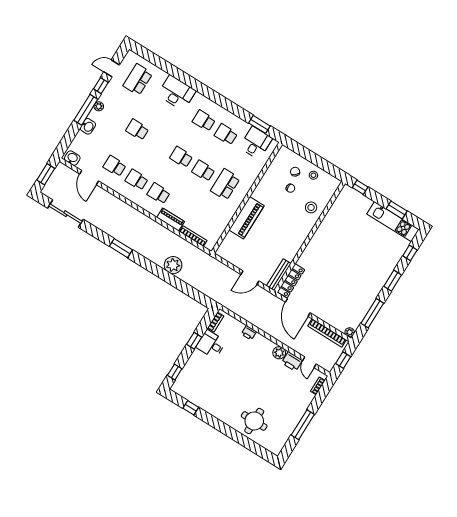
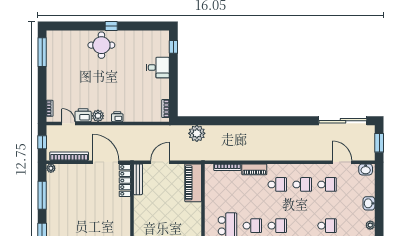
window: (86, 110) -> (379, 216), removed
sliding door: (65, 214) -> (343, 121), width x1.36
piano: (247, 218) -> (193, 183), moved
window: (121, 248) -> (280, 121), removed
plant: (173, 265) -> (197, 133), moved
printer: (249, 333) -> (117, 117), moved
window: (194, 341) -> (173, 82), removed
desk: (211, 344) -> (158, 68), moved
window: (191, 408) -> (111, 26), moved
round table: (254, 421) -> (101, 45), moved
window: (303, 425) -> (42, 52), moved

